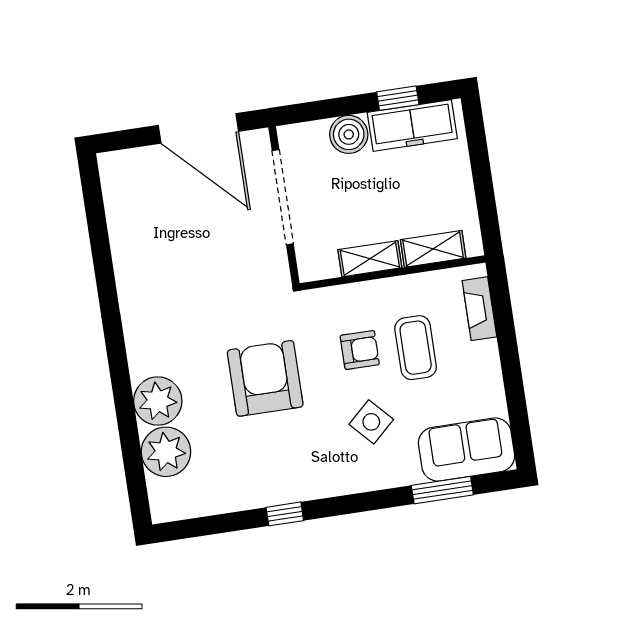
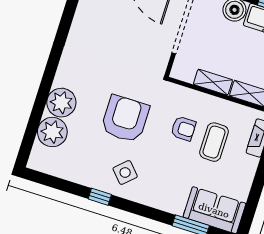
side table: (371, 422) -> (125, 173), moved

